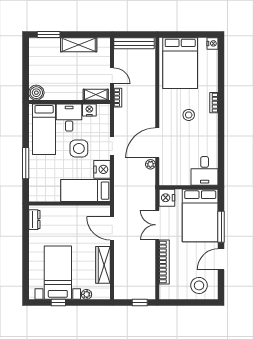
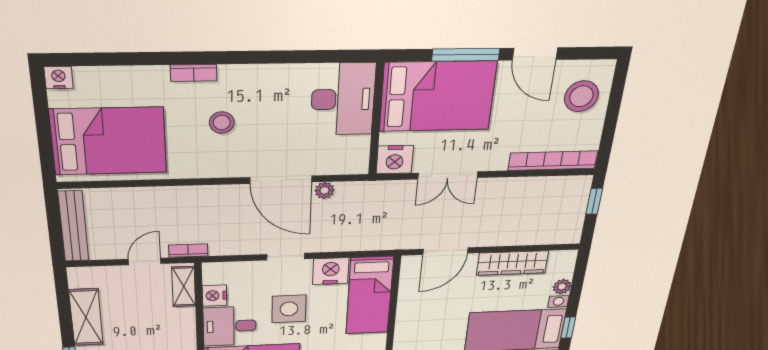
desk: (205, 171) -> (343, 99), width x1.37
bookcase: (164, 262) -> (553, 161), moved

